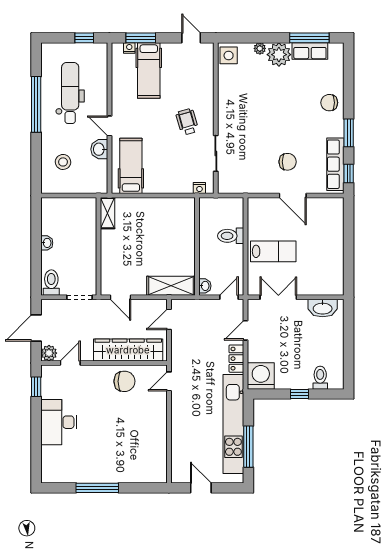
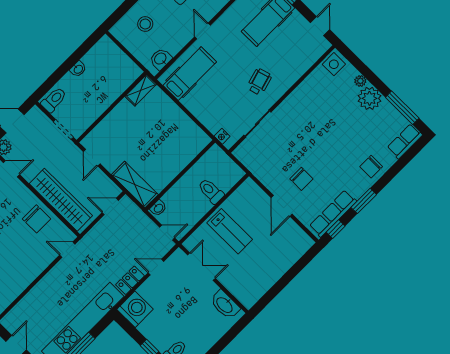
row of seats: (310, 51) -> (405, 141), moved, turned 90
chair: (329, 103) -> (371, 167), turned -90
washbasin: (99, 149) -> (161, 59), moved

